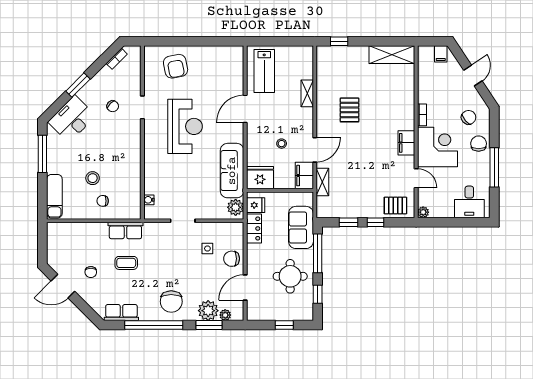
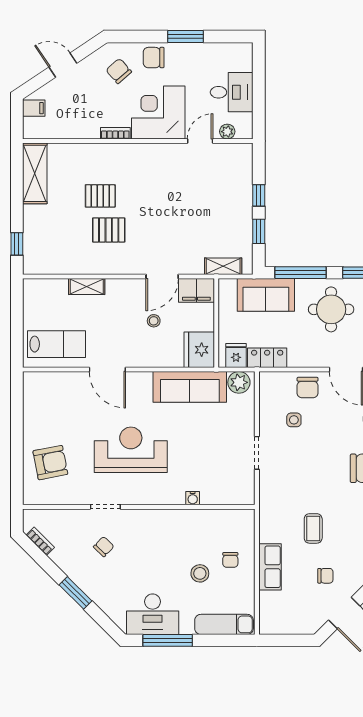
desk: (72, 119) -> (153, 614), moved, turned -45
filing cabinet: (406, 143) -> (153, 154), removed
door: (315, 150) -> (162, 277), swing flipped
window: (494, 167) -> (185, 36), width x0.69
shelving: (322, 182) -> (223, 266), moved
water cooler: (149, 200) -> (193, 498), moved
desk: (469, 202) -> (232, 92), moved
pallet: (395, 205) -> (100, 196), moved, turned 90
plant: (423, 212) -> (227, 132), moved
row of seats: (125, 231) -> (270, 567), moved

